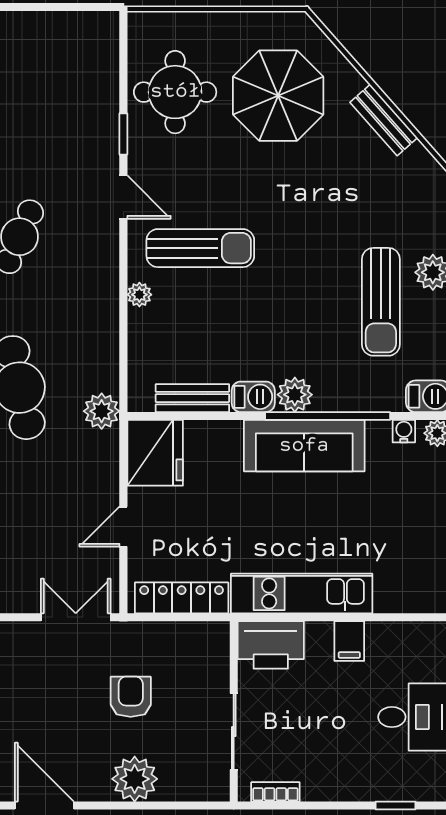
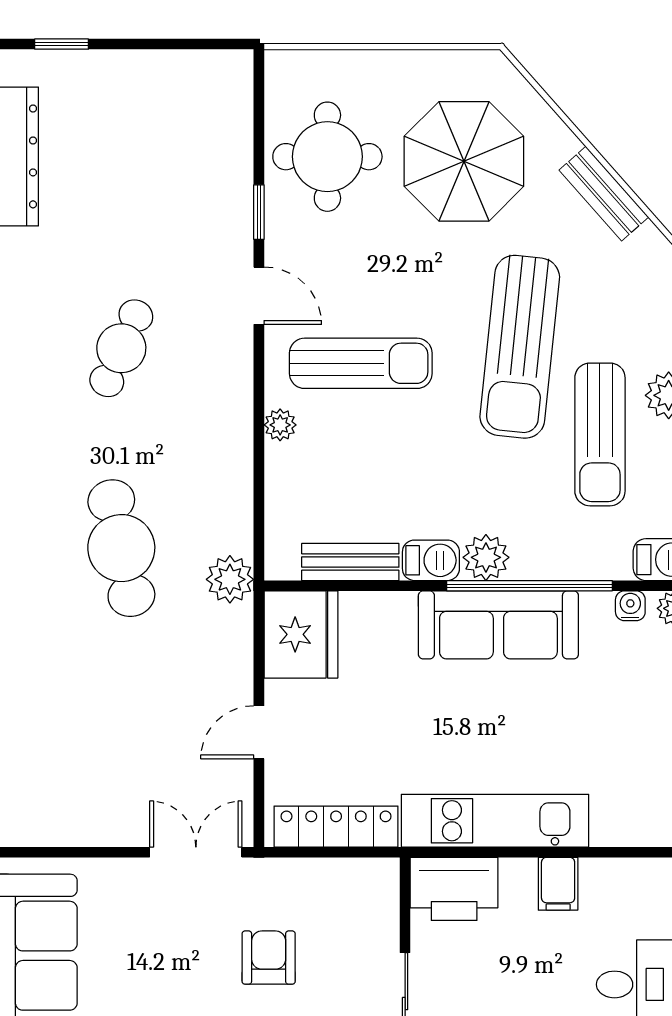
sun lounger: (320, 236) -> (520, 347), added

